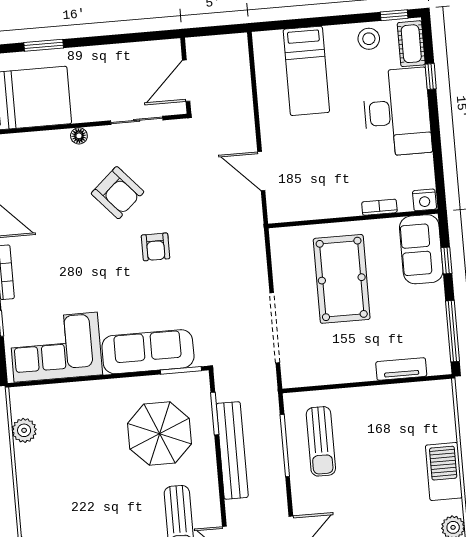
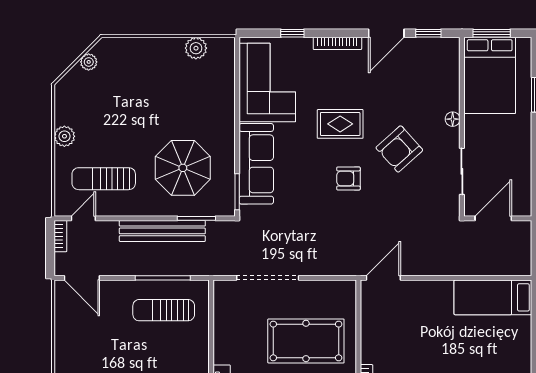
bed: (306, 71) -> (493, 297), moved
door: (186, 81) -> (493, 218), hinge flipped
door: (261, 171) -> (383, 278), moved
rug: (95, 261) -> (340, 124), added

